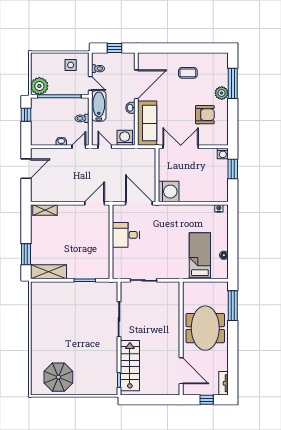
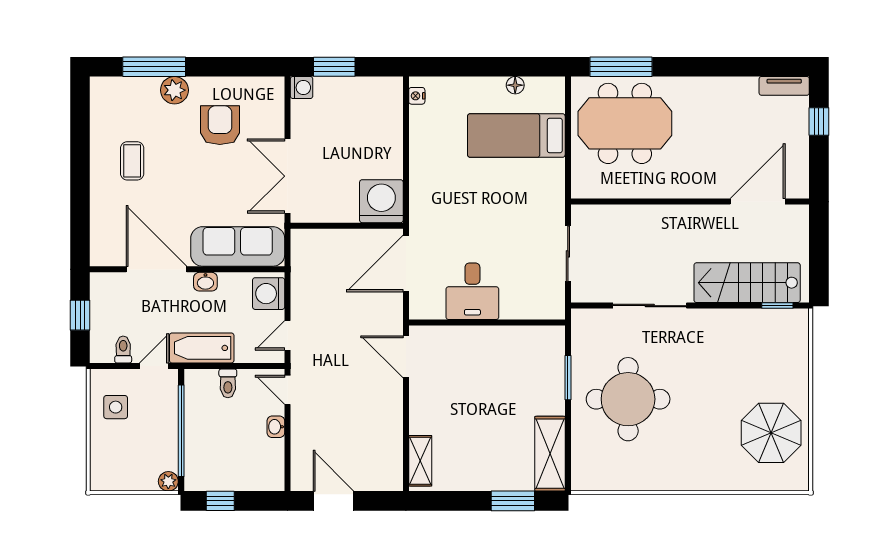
plant: (39, 86) -> (168, 481), width x0.53, depth x0.53
round table: (74, 309) -> (628, 399), added
meeting table: (205, 328) -> (625, 123), moved
wall: (181, 338) -> (690, 202), moved
door: (181, 371) -> (758, 202), moved

